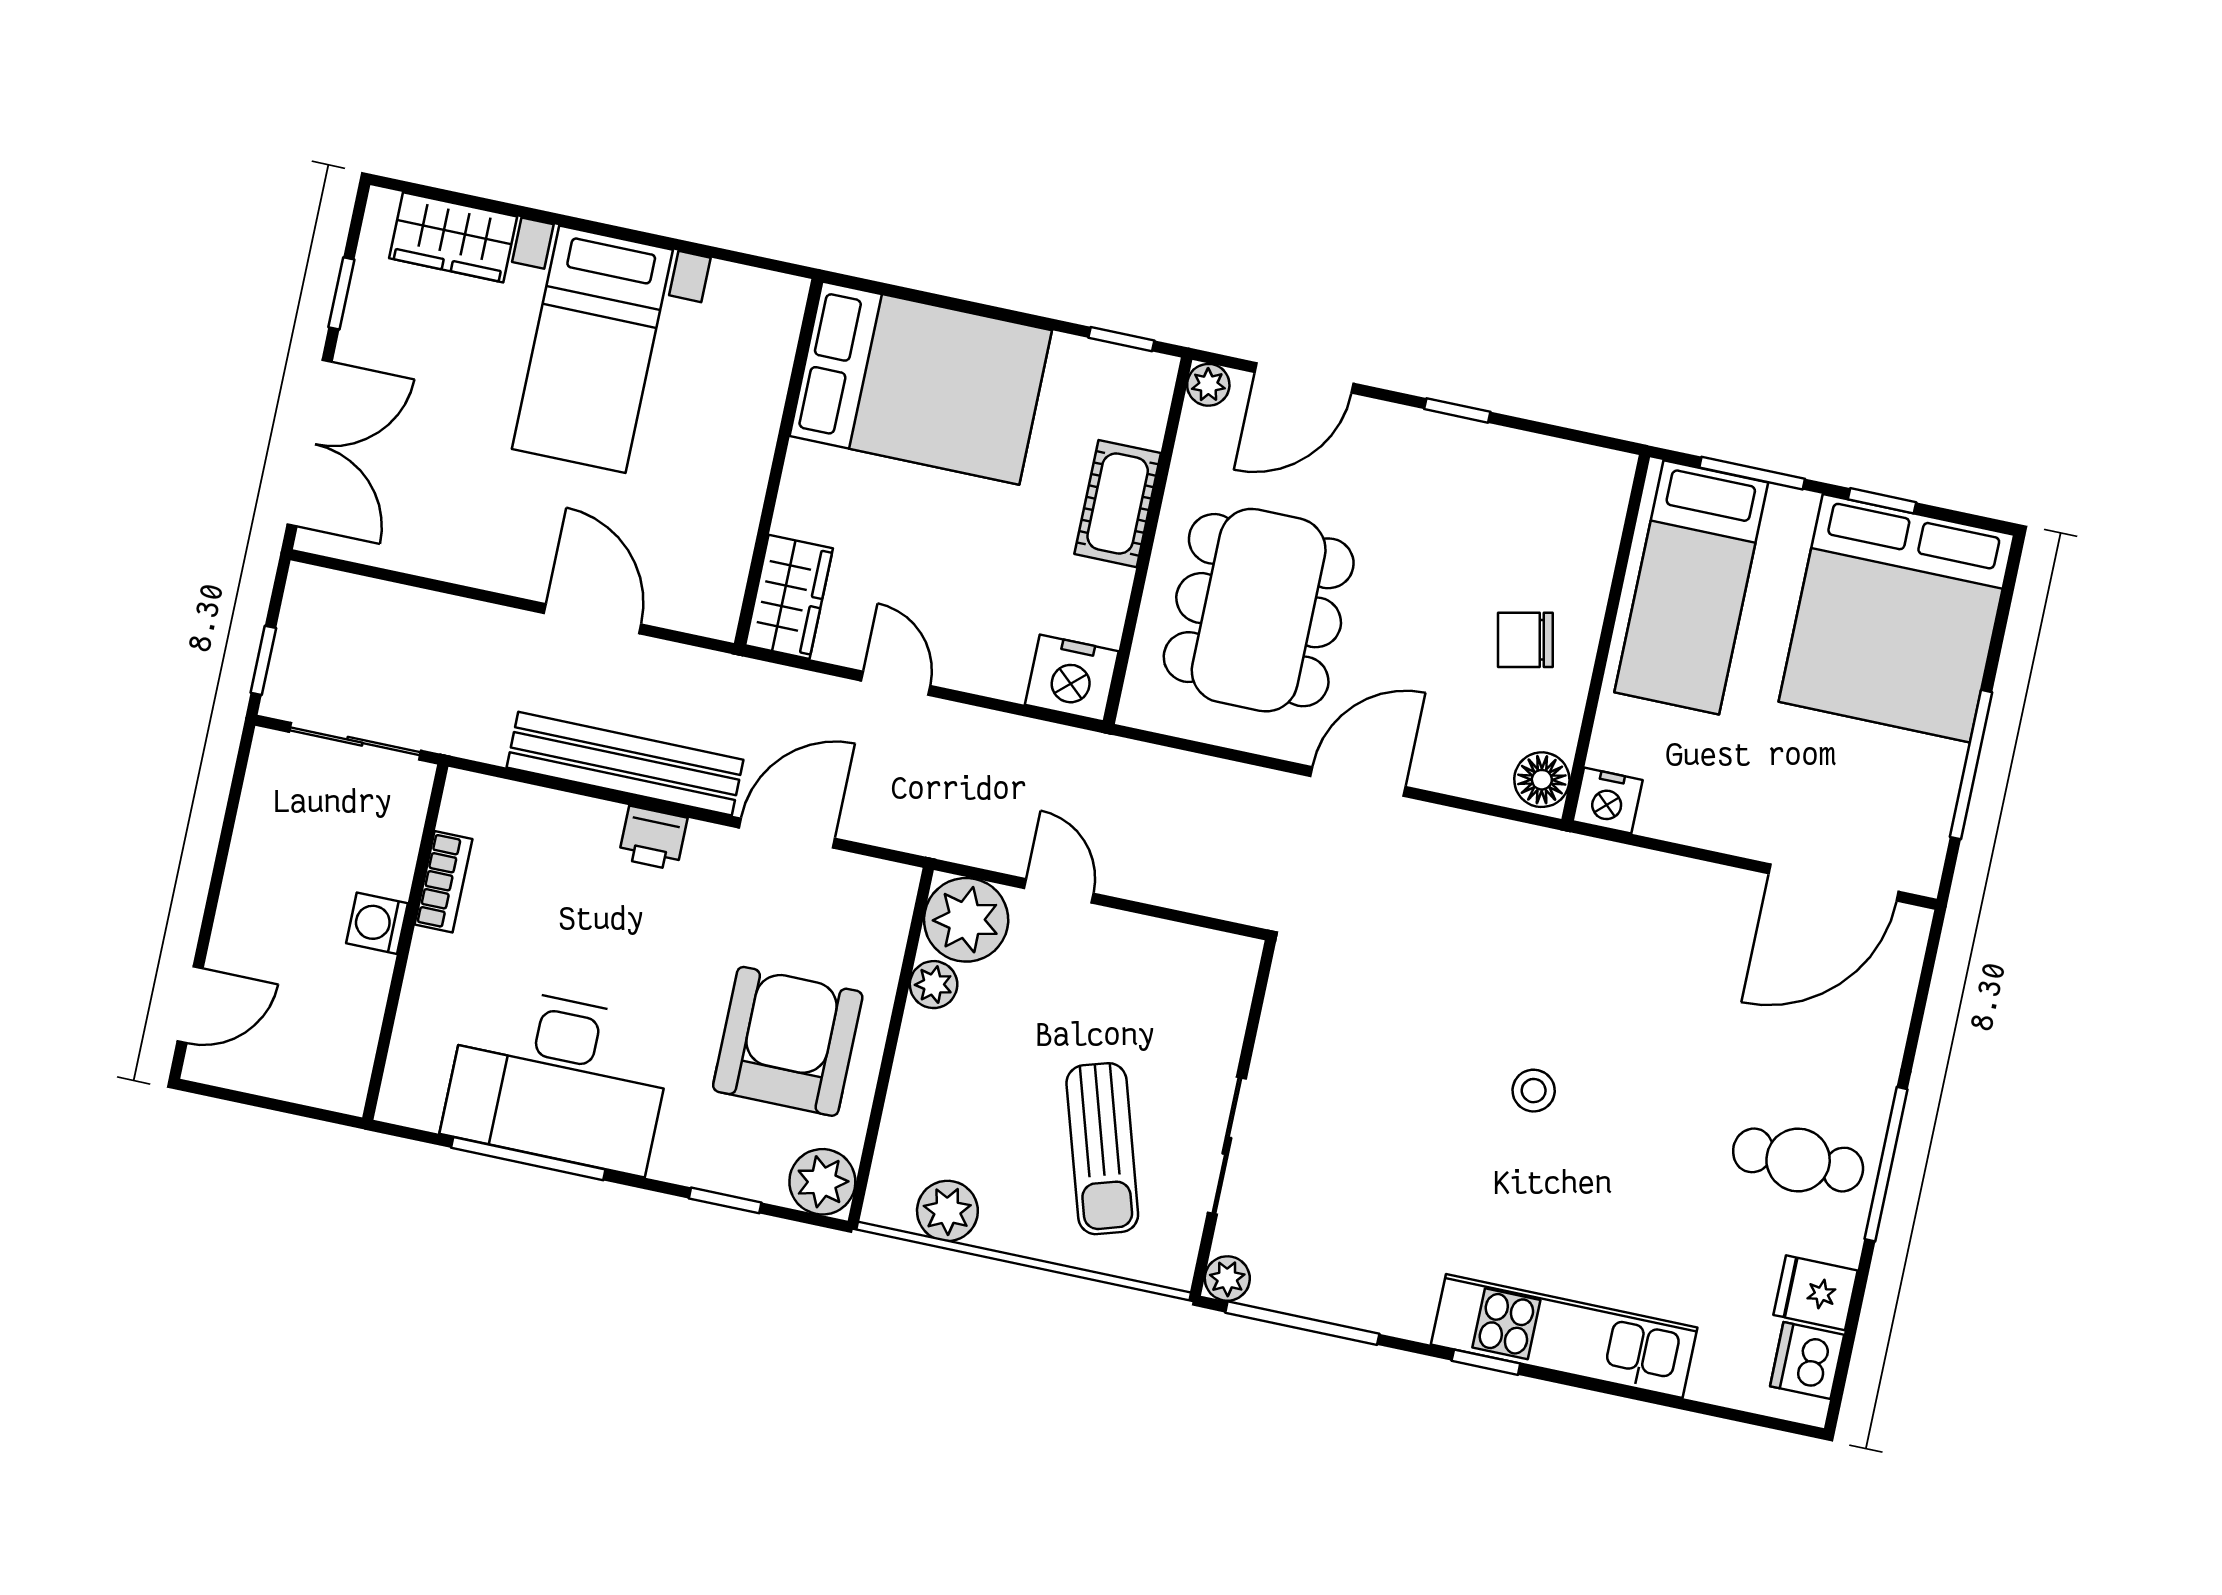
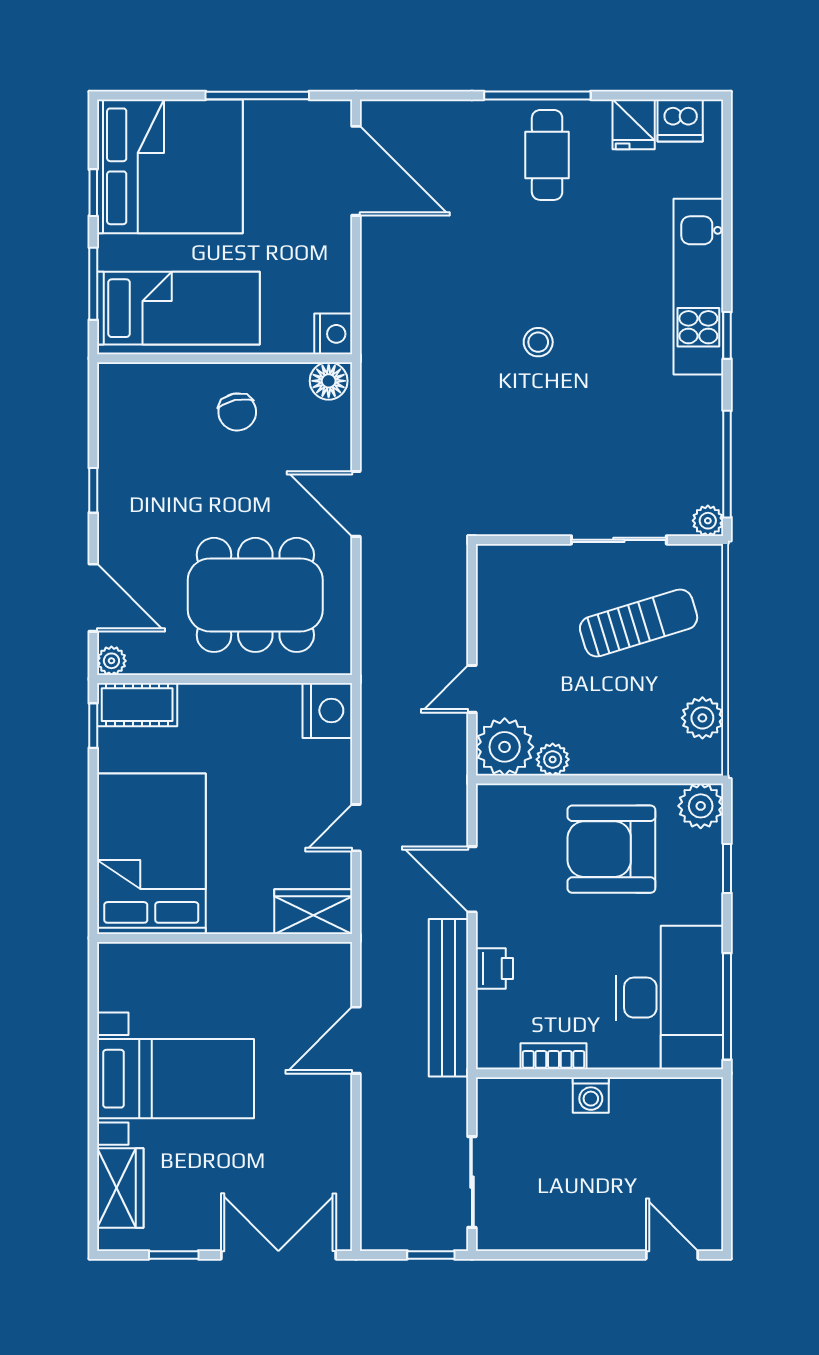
cot: (1118, 504) -> (137, 705), moved
bookcase: (443, 882) -> (554, 1056), moved
washing machine: (377, 923) -> (591, 1095), moved
wall: (405, 942) -> (599, 1073), moved

